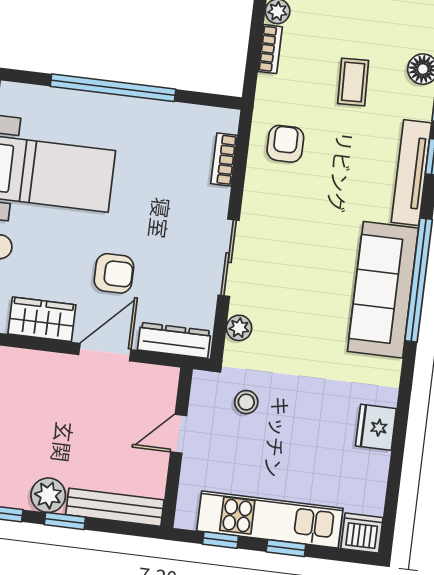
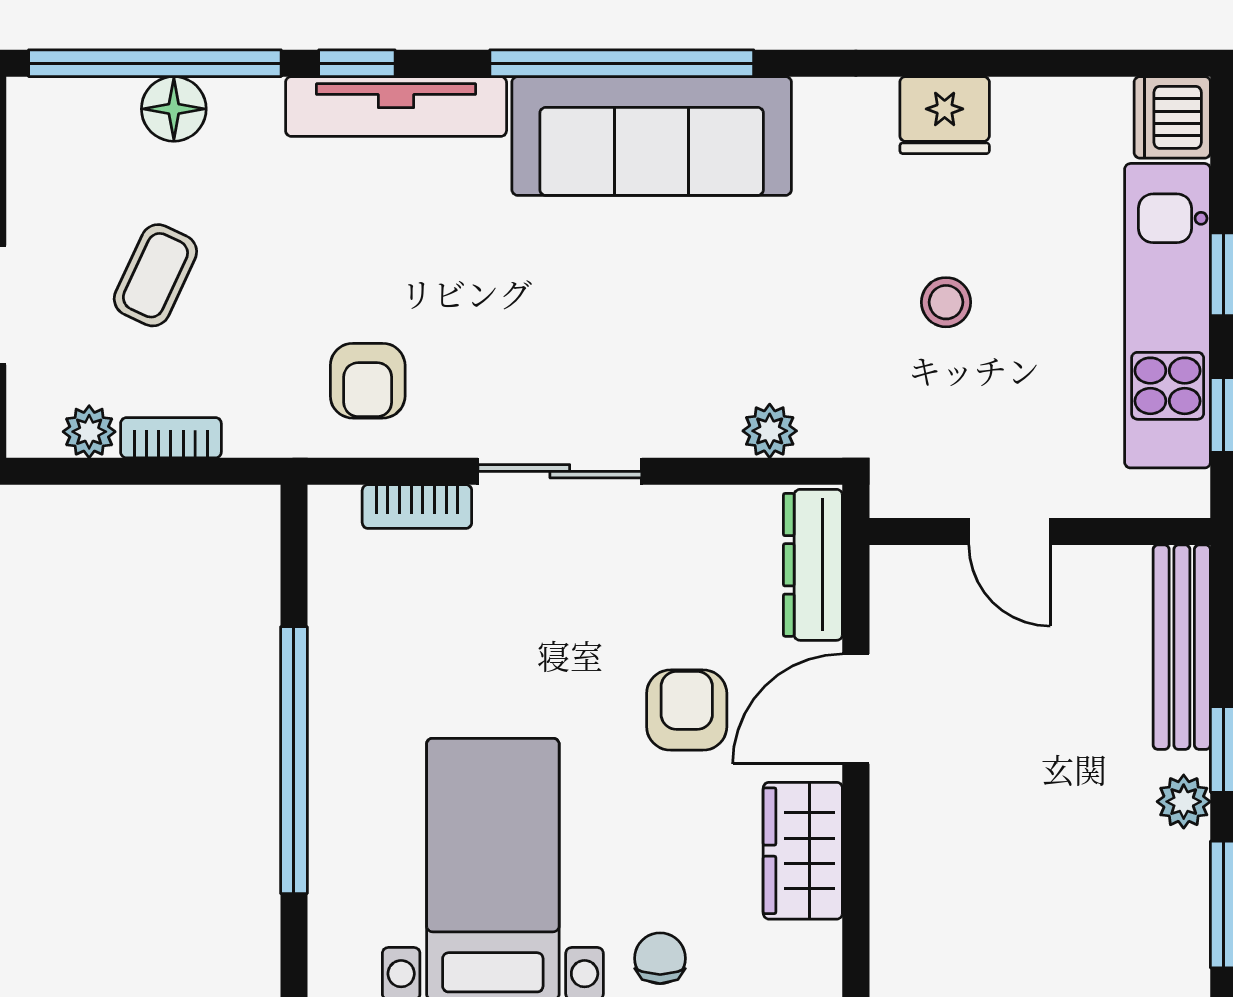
coffee table: (353, 82) -> (155, 275), moved, turned -63
armchair: (285, 144) -> (368, 381), turned -90
sliding door: (229, 258) -> (560, 471), moved
door: (105, 352) -> (856, 709), hinge flipped
stool: (246, 402) -> (946, 302), moved
plant: (48, 495) -> (1184, 802), width x0.73, depth x0.73

